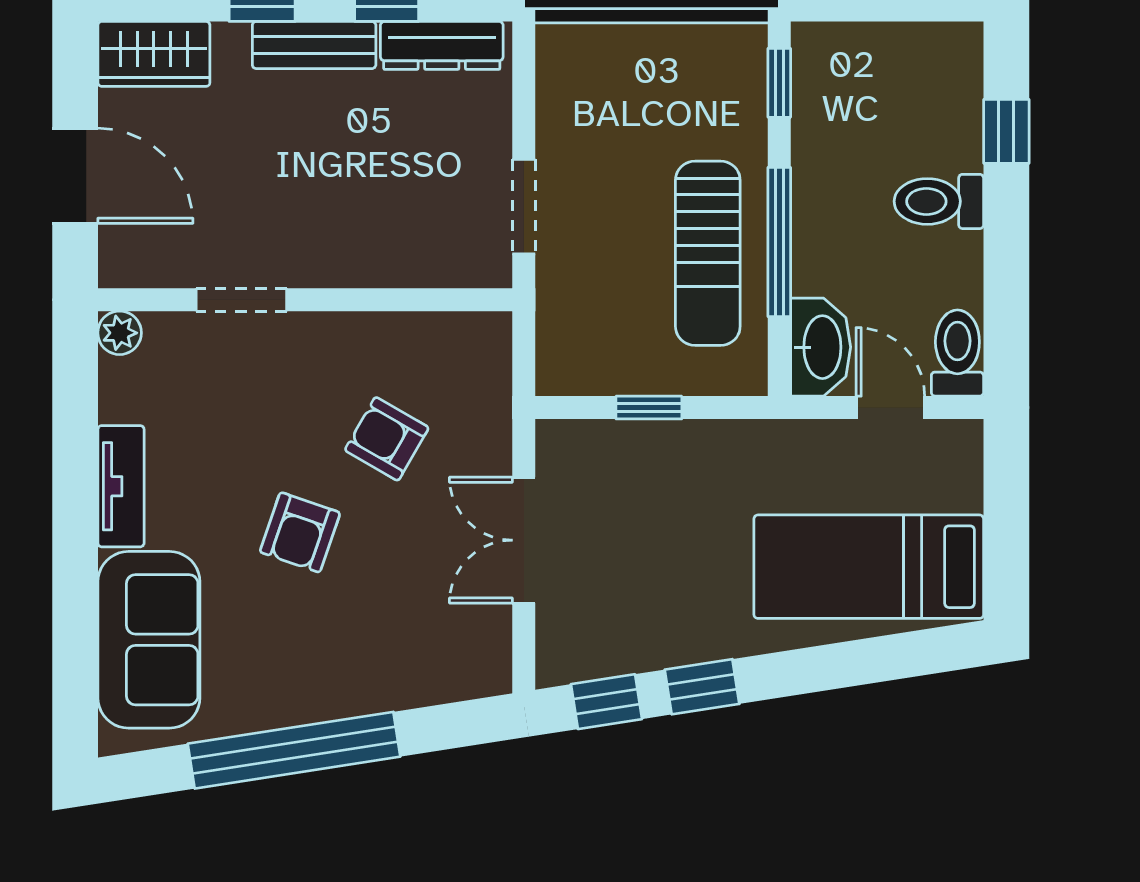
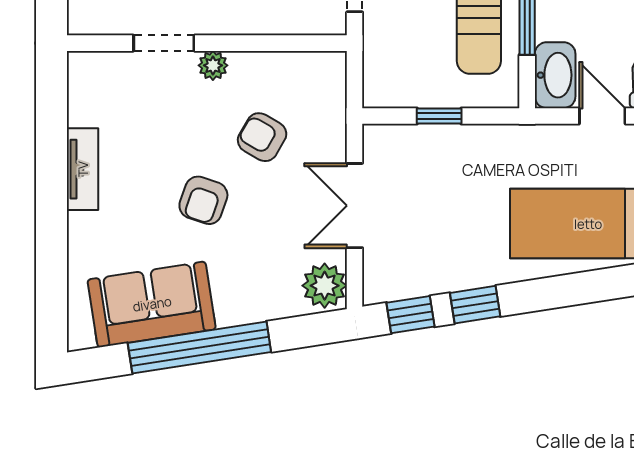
plant: (120, 333) -> (213, 65), moved
sofa: (149, 640) -> (152, 304), moved, turned -99
plant: (479, 659) -> (325, 286), added

